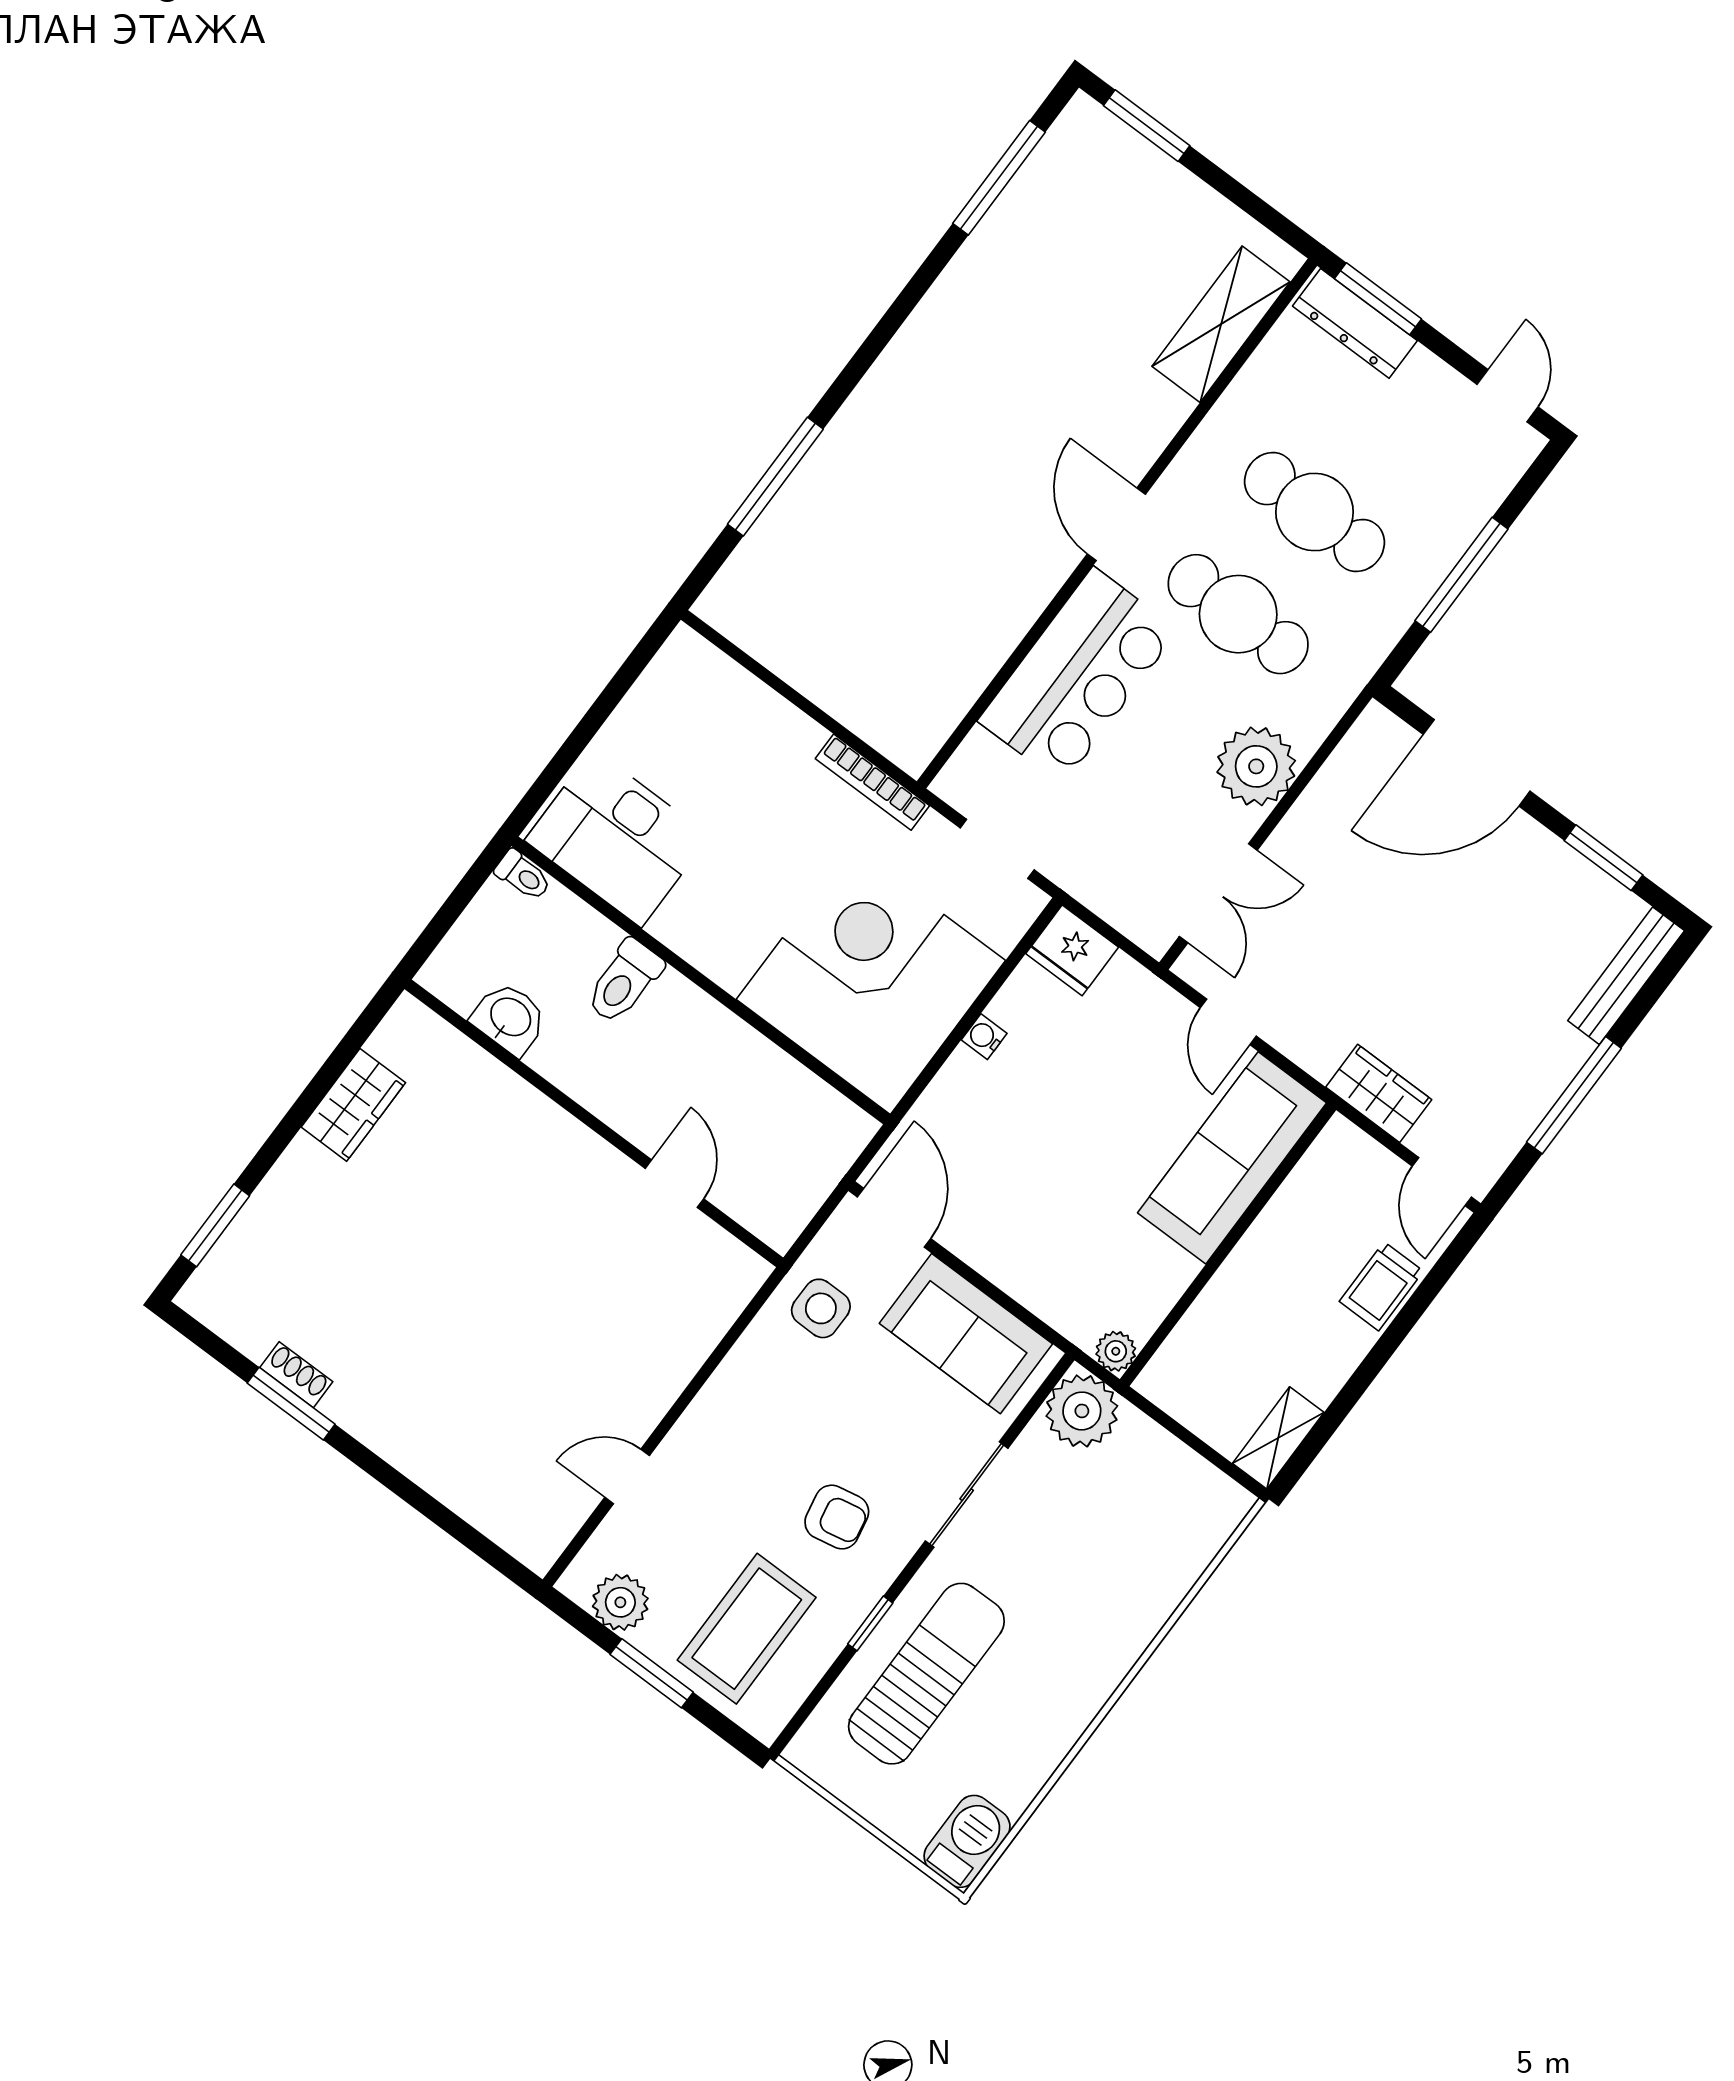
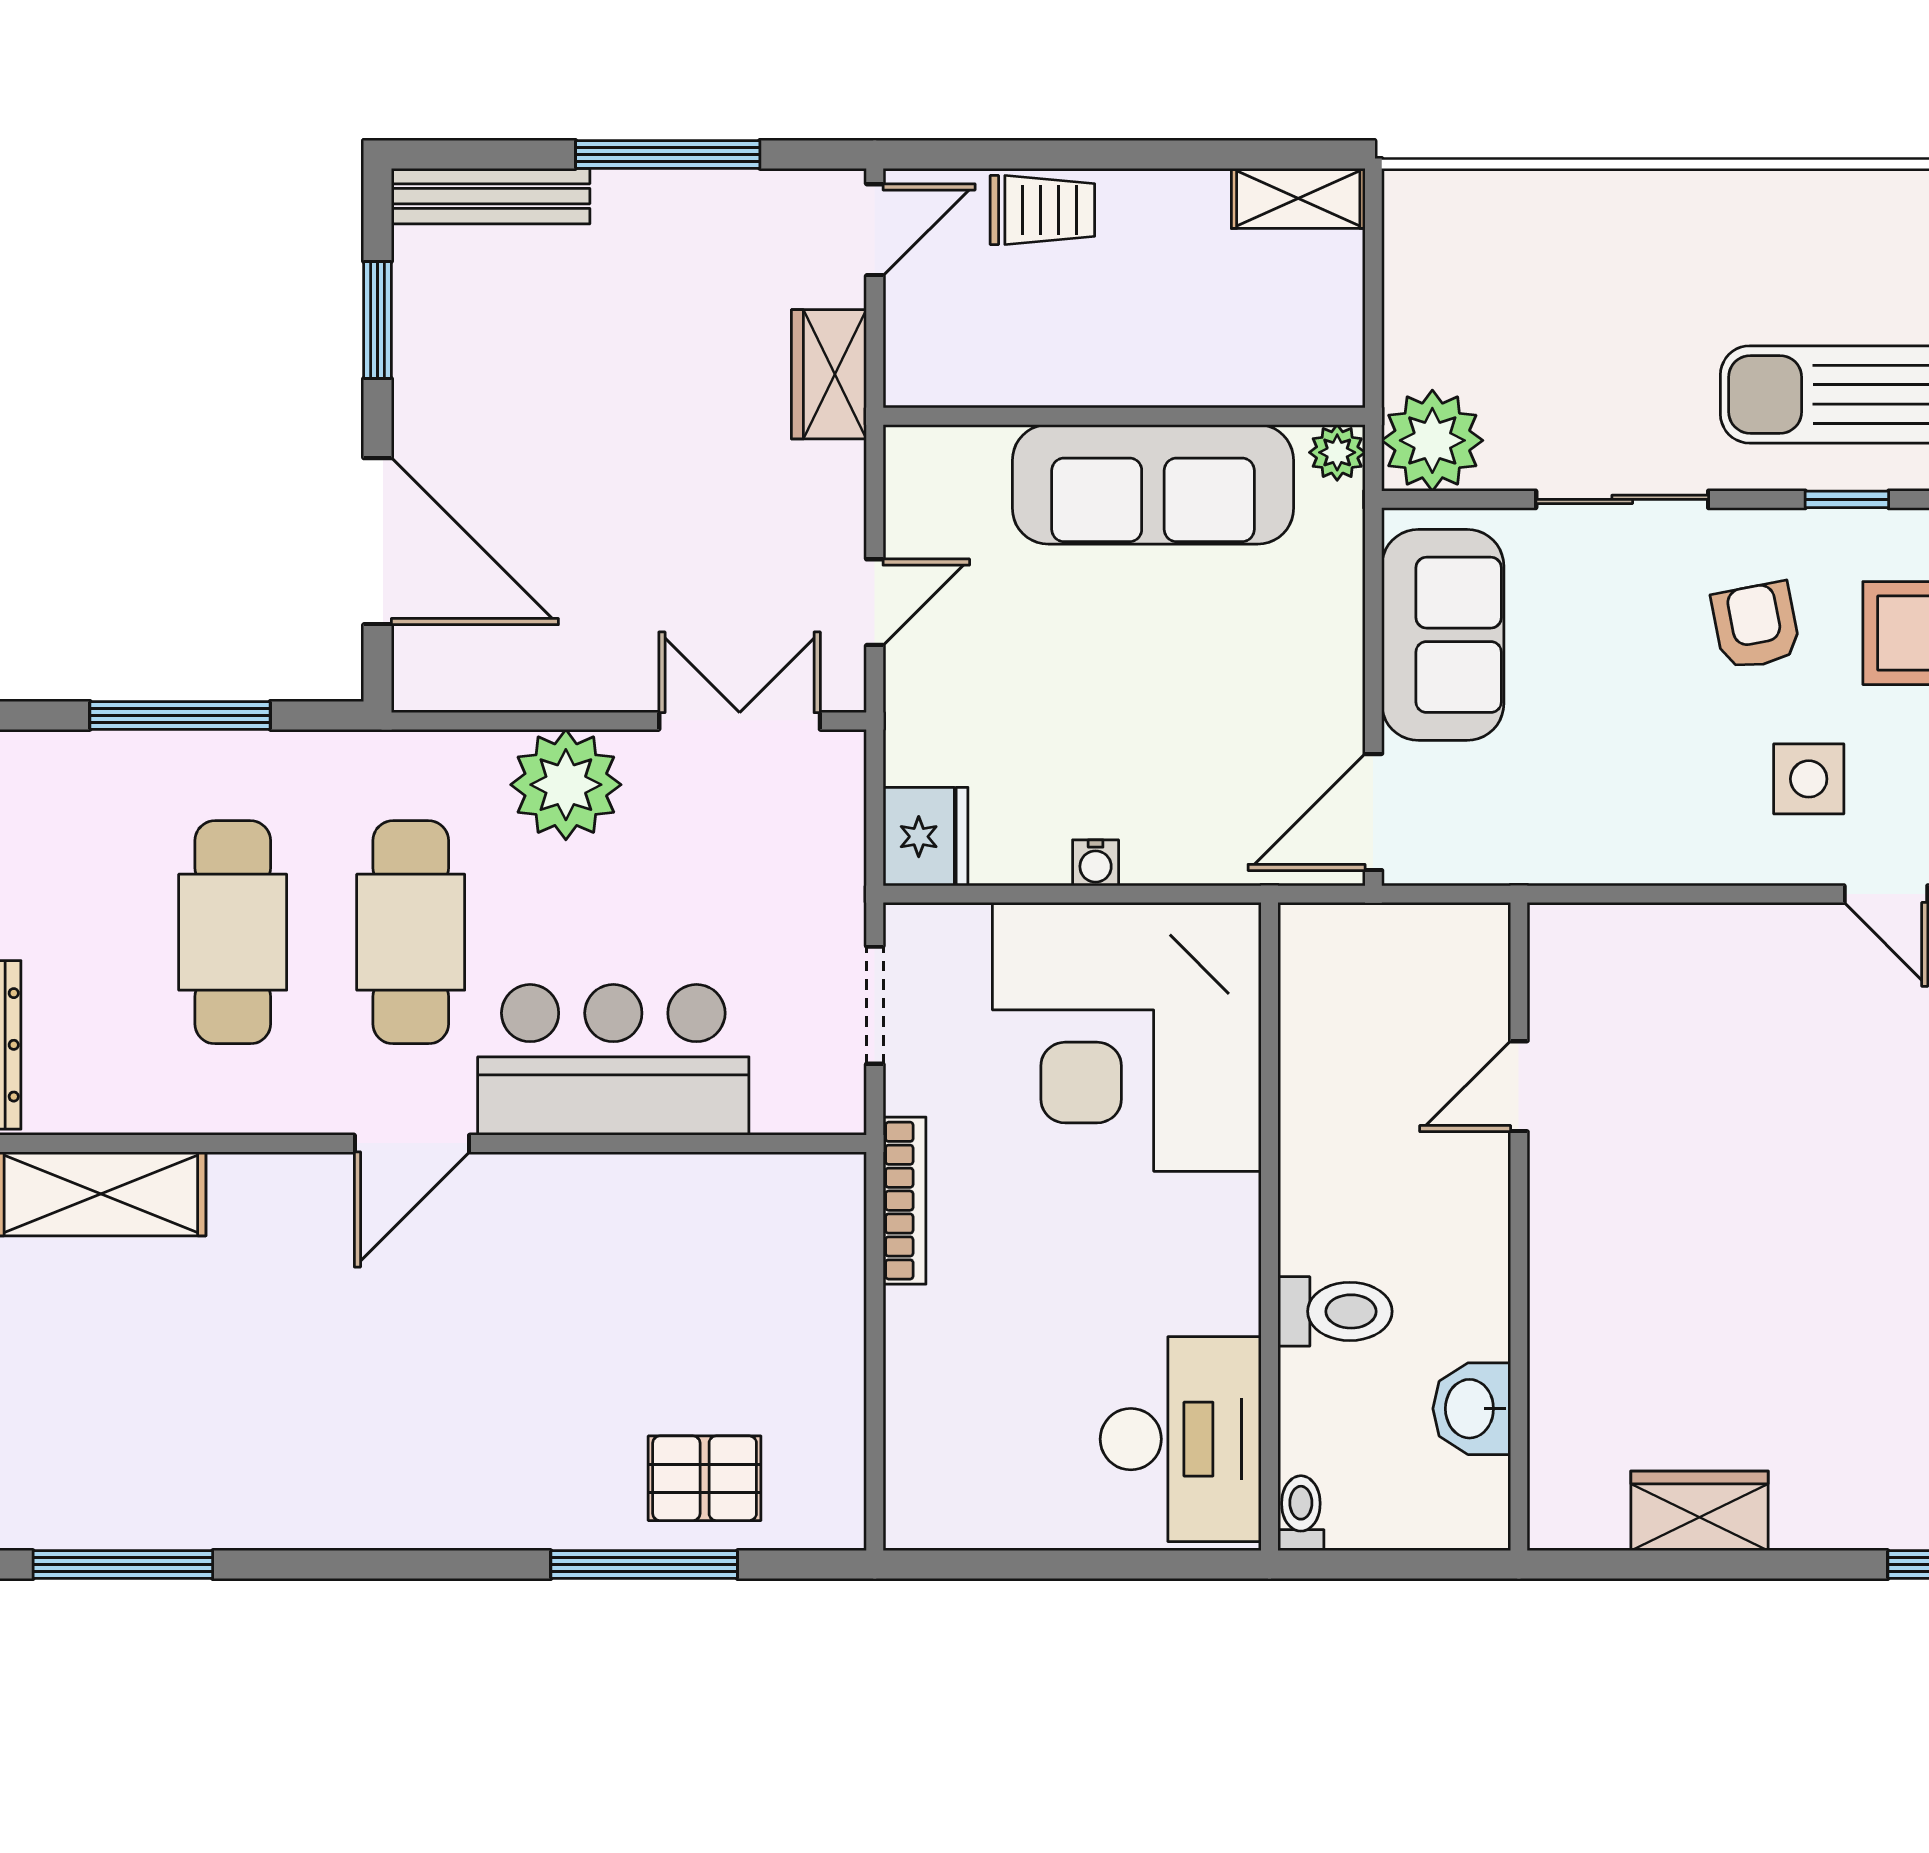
pallet: (799, 548) -> (705, 1478), added
sofa: (1232, 1158) -> (1153, 484), moved
side table: (821, 1308) -> (1809, 779), moved

